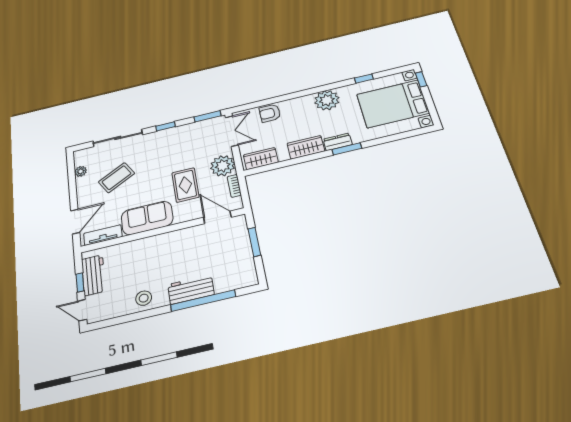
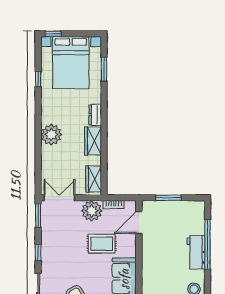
plant: (327, 100) -> (51, 135), moved
armchair: (270, 113) -> (50, 163), removed
window: (347, 149) -> (104, 69), moved

